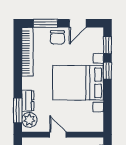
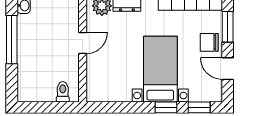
bed with nightstands: (78, 83) -> (160, 69), width x0.73

